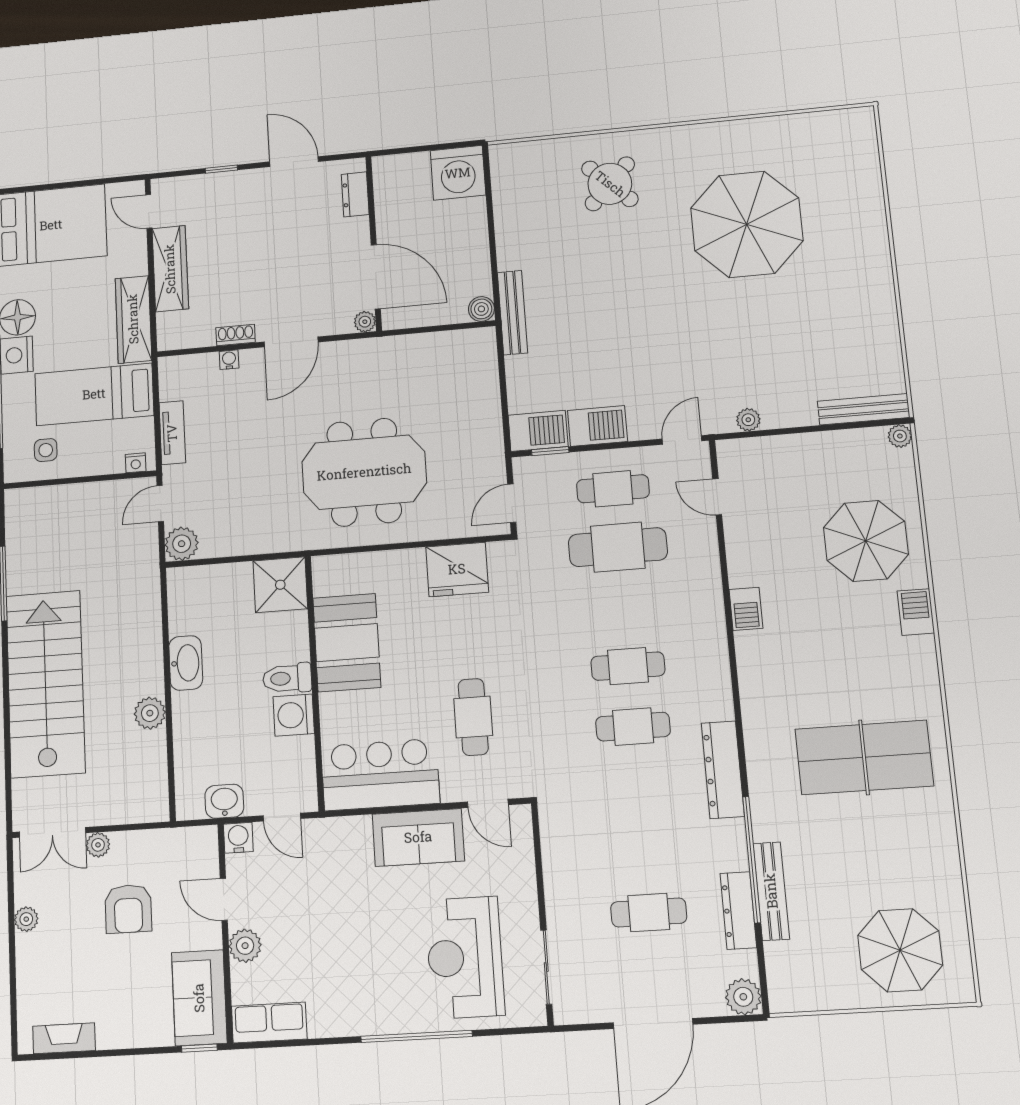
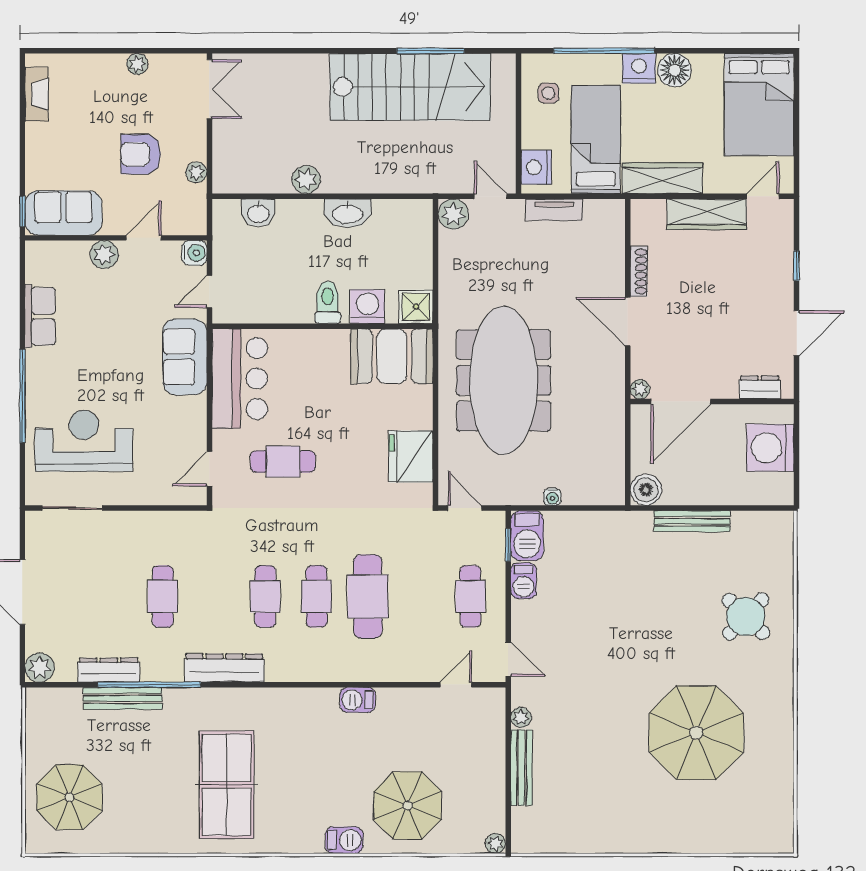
washing machine: (458, 173) -> (770, 448), moved
boiler: (481, 309) -> (646, 490), width x1.36, depth x1.36
bench: (513, 313) -> (692, 521), moved
shoe rack: (236, 335) -> (639, 271), width x1.43
water cooler: (229, 360) -> (552, 497), moved, turned 90
bench: (863, 409) -> (521, 768), moved
barbecue: (598, 426) -> (524, 581), width x0.73, depth x0.79
nightstand: (136, 463) -> (536, 167), width x1.89, depth x1.79
meeting table: (364, 472) -> (504, 380), width x1.36
cafe table: (618, 547) -> (368, 596), moved
shower: (280, 585) -> (416, 307), width x0.73, depth x0.73
booth: (347, 643) -> (392, 356), moved
stairs: (46, 684) -> (410, 87), moved
washing machine: (294, 715) -> (368, 306), moved
washbasin: (224, 801) -> (258, 213), moved, turned 90
double door: (52, 832) -> (209, 89), swing flipped
sofa: (418, 837) -> (185, 357), moved
plant: (98, 845) -> (196, 172), moved
cafe table: (649, 913) -> (163, 596), moved
row of seats: (269, 1023) -> (40, 316), moved

